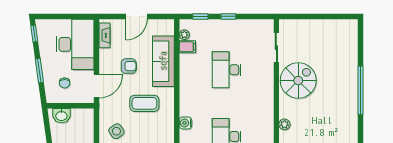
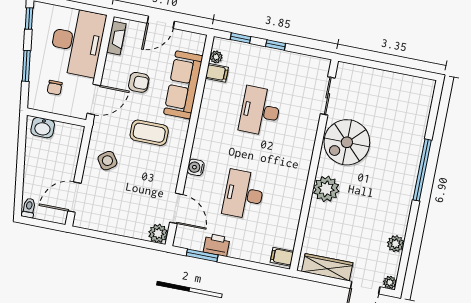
spiral stairs: (298, 81) -> (347, 142), turned 180
plant: (284, 124) -> (326, 189), width x1.87, depth x1.87

